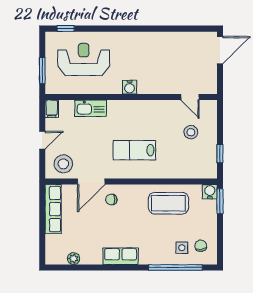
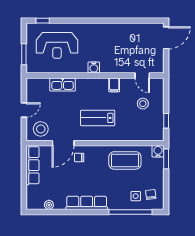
reception desk: (84, 60) -> (57, 45), turned 180
filing cabinet: (52, 109) -> (114, 85), moved
row of seats: (121, 256) -> (87, 203), width x1.48

